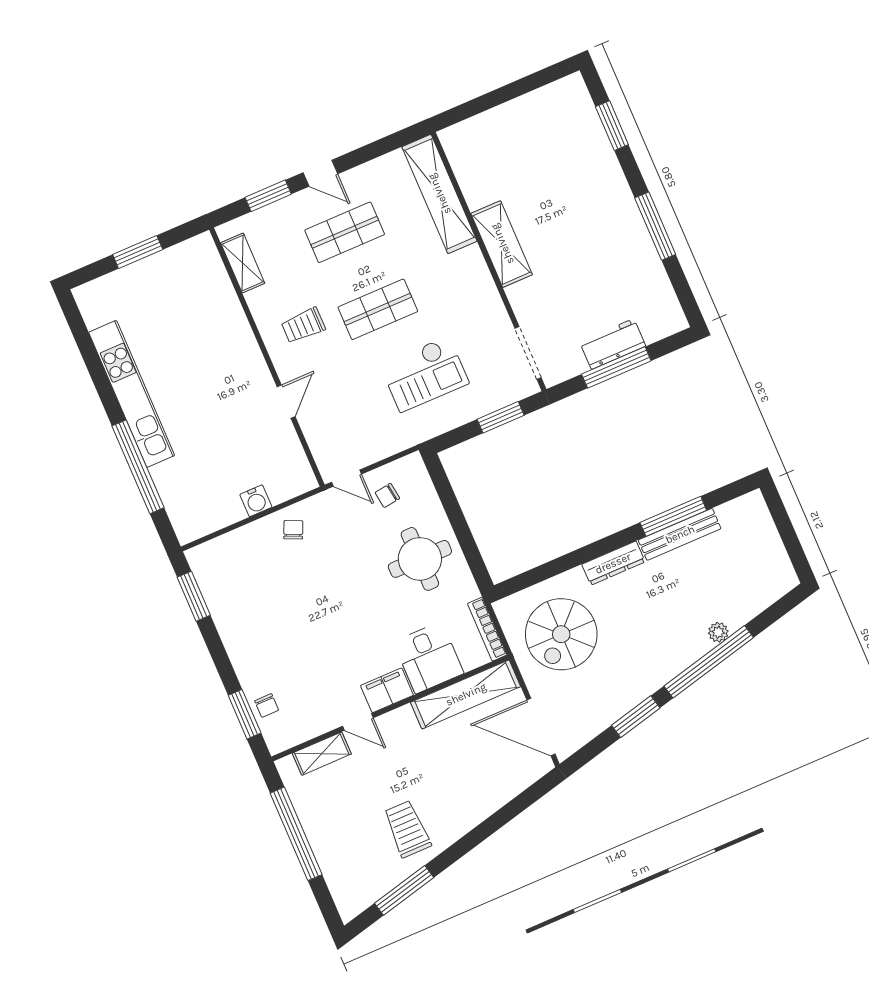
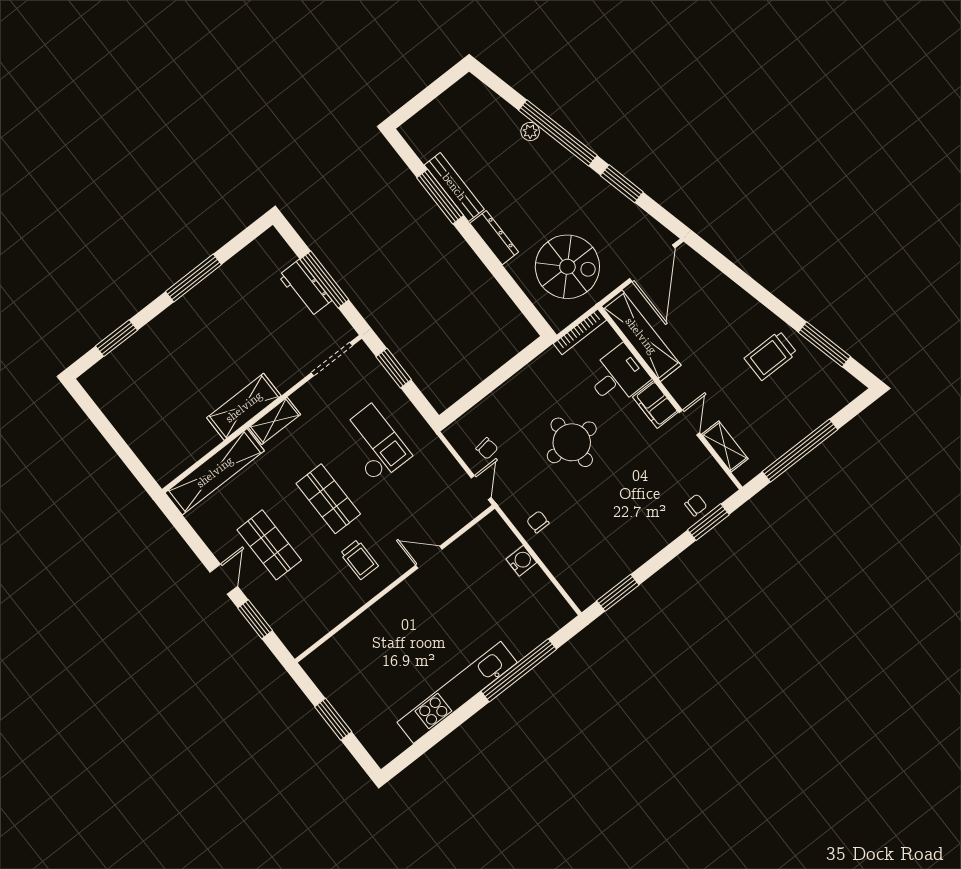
shelving: (243, 263) -> (274, 421), moved
chair: (293, 530) -> (538, 522), turned 66
round table: (420, 559) -> (572, 442), moved

